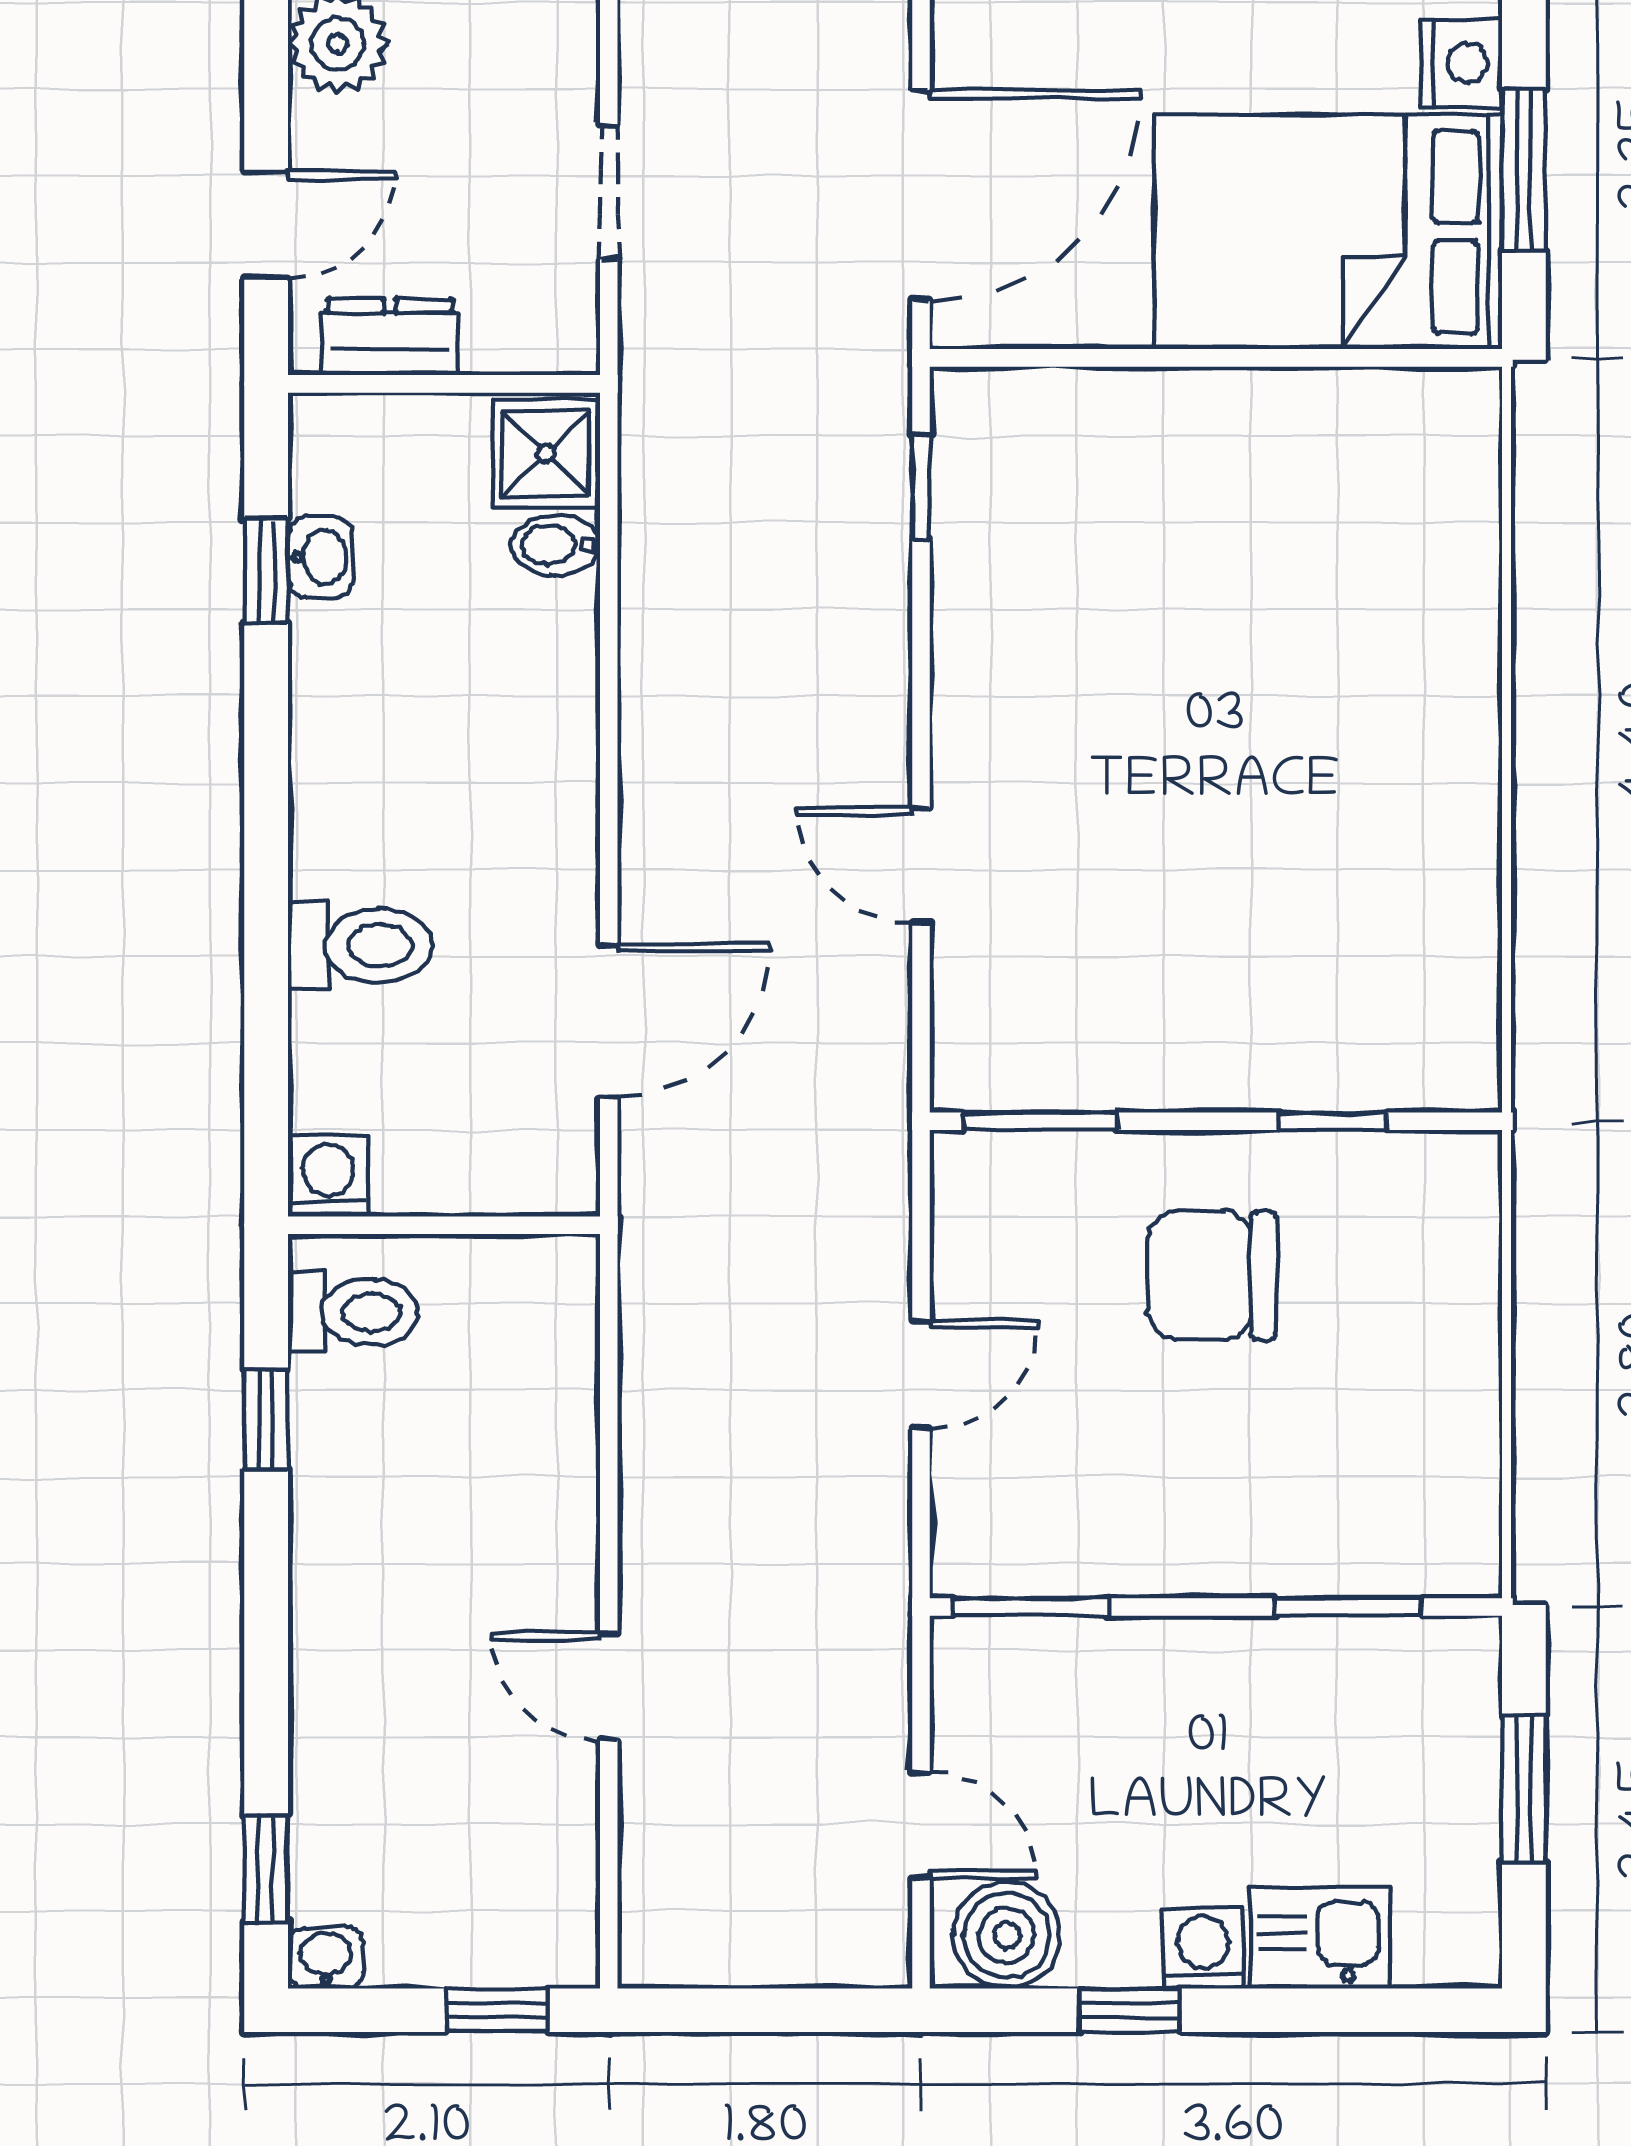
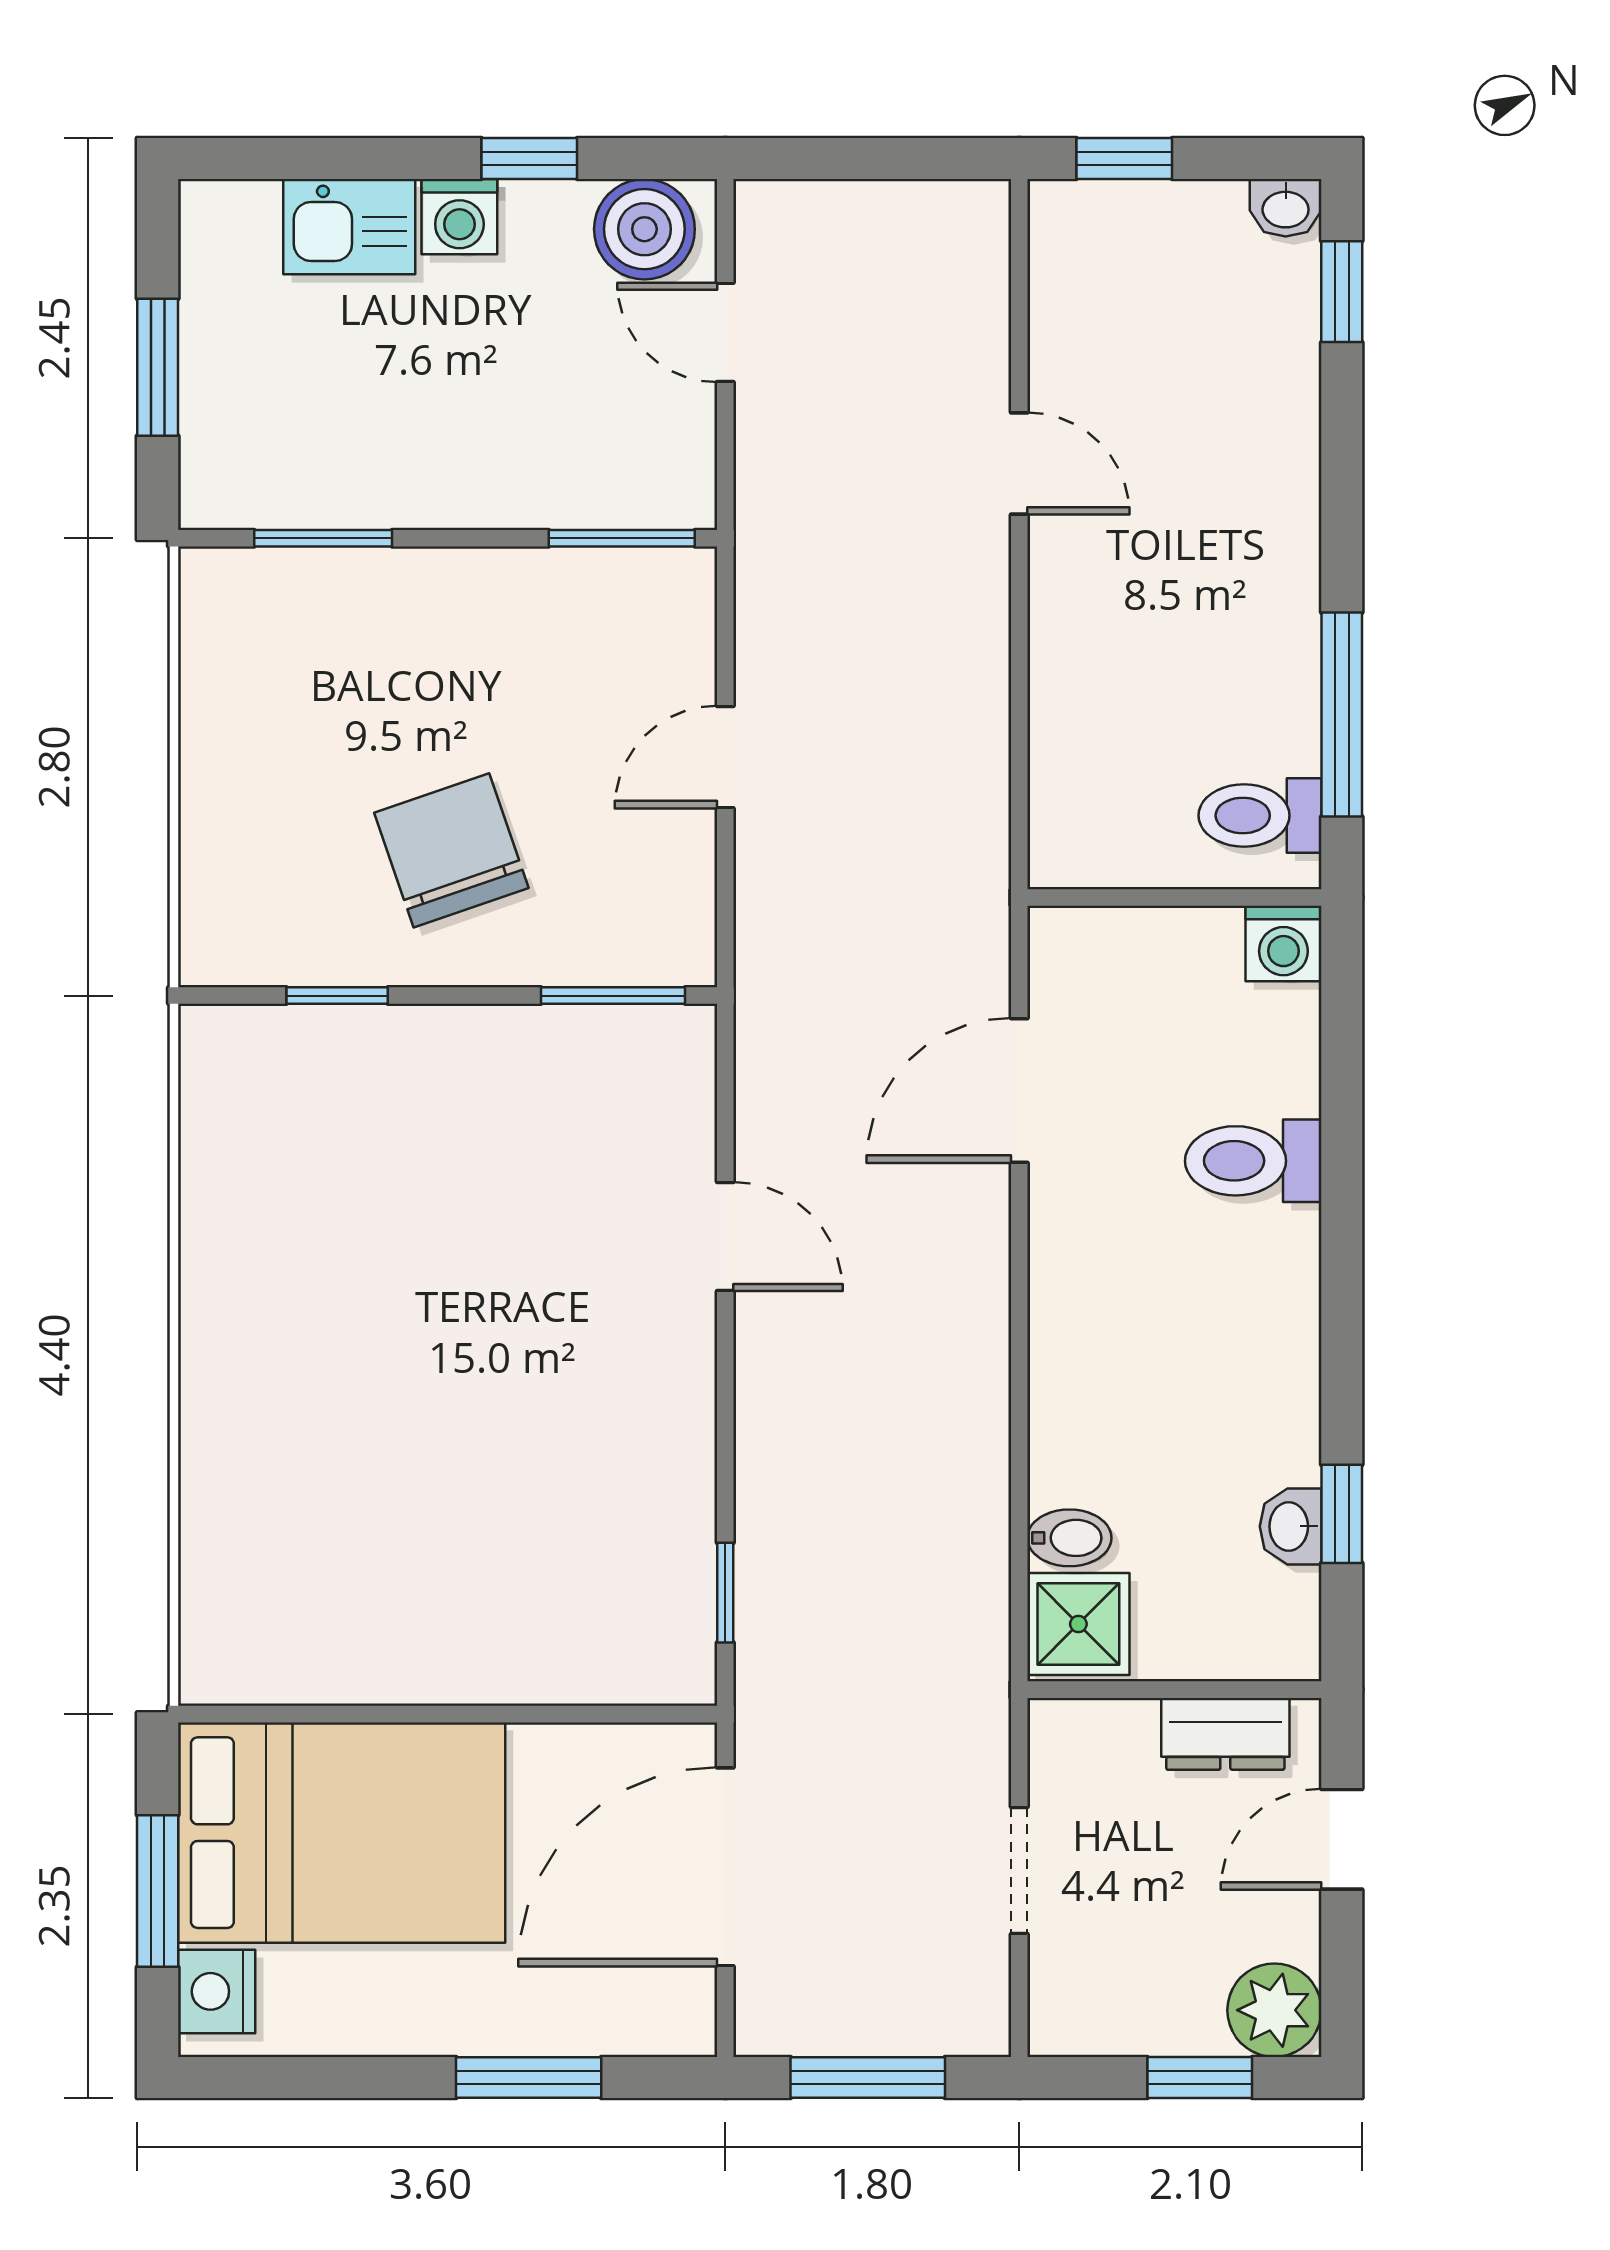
chair: (1212, 1275) -> (451, 850), turned -109
window: (266, 1420) -> (1342, 715), width x2.17

